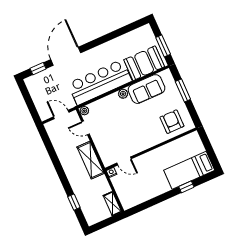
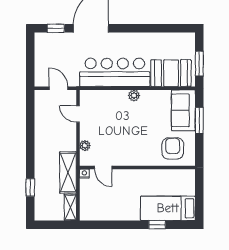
sofa: (147, 89) -> (183, 110), moved, turned 90
plant: (84, 111) -> (85, 146), moved
shelving: (91, 160) -> (68, 172), moved

